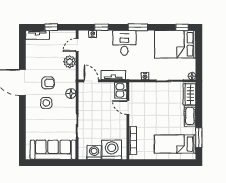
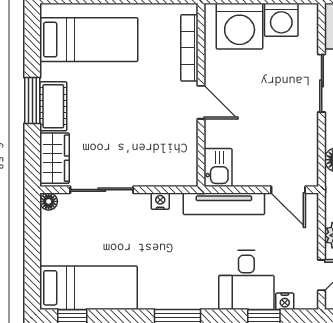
desk: (124, 43) -> (246, 280), moved
bed: (175, 44) -> (89, 288), width x0.67
tv unit: (113, 75) -> (224, 204), width x1.41
door: (128, 108) -> (201, 102), moved
window: (199, 138) -> (32, 100), moved

